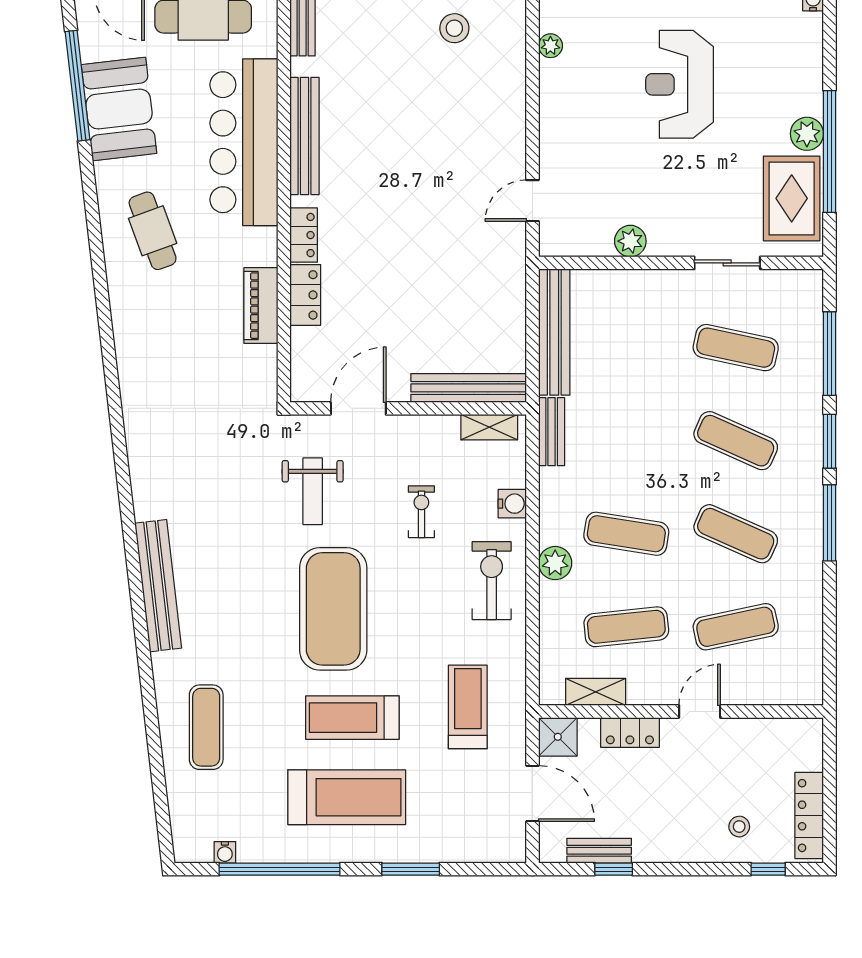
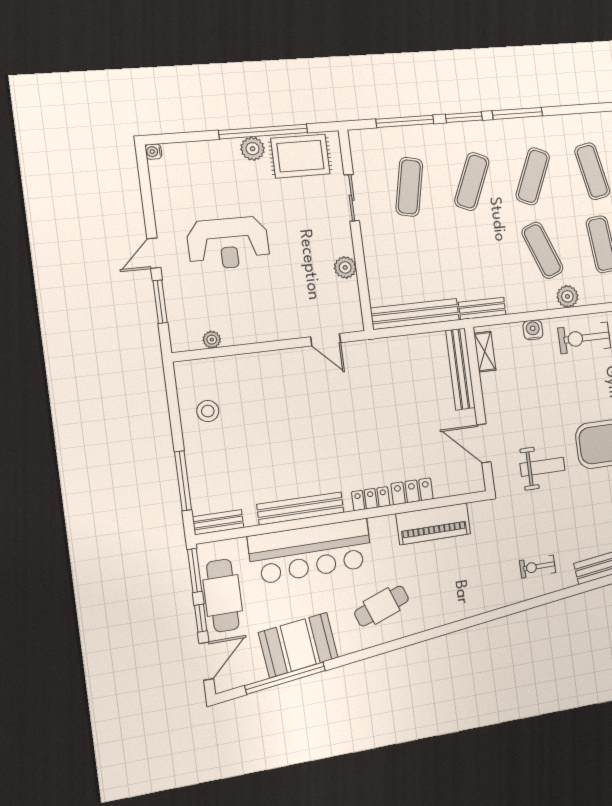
piano: (261, 306) -> (433, 524), width x1.37, depth x1.33
exercise bike: (421, 512) -> (538, 567), moved
exercise mat: (626, 534) -> (542, 250), turned -30

